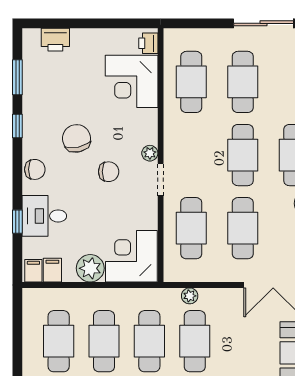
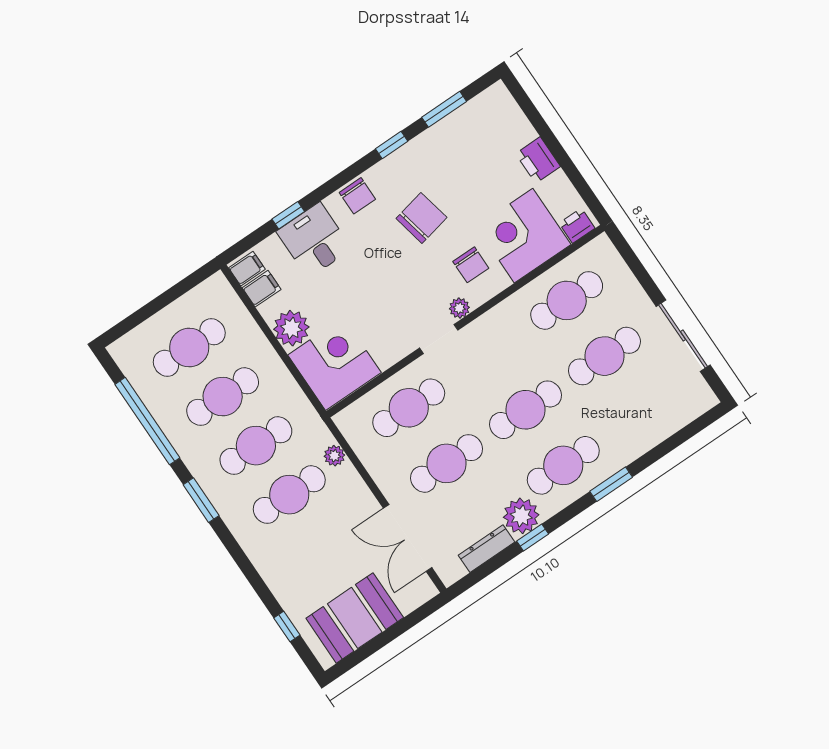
printer: (55, 40) -> (538, 160), moved
chair: (109, 172) -> (471, 265), moved

